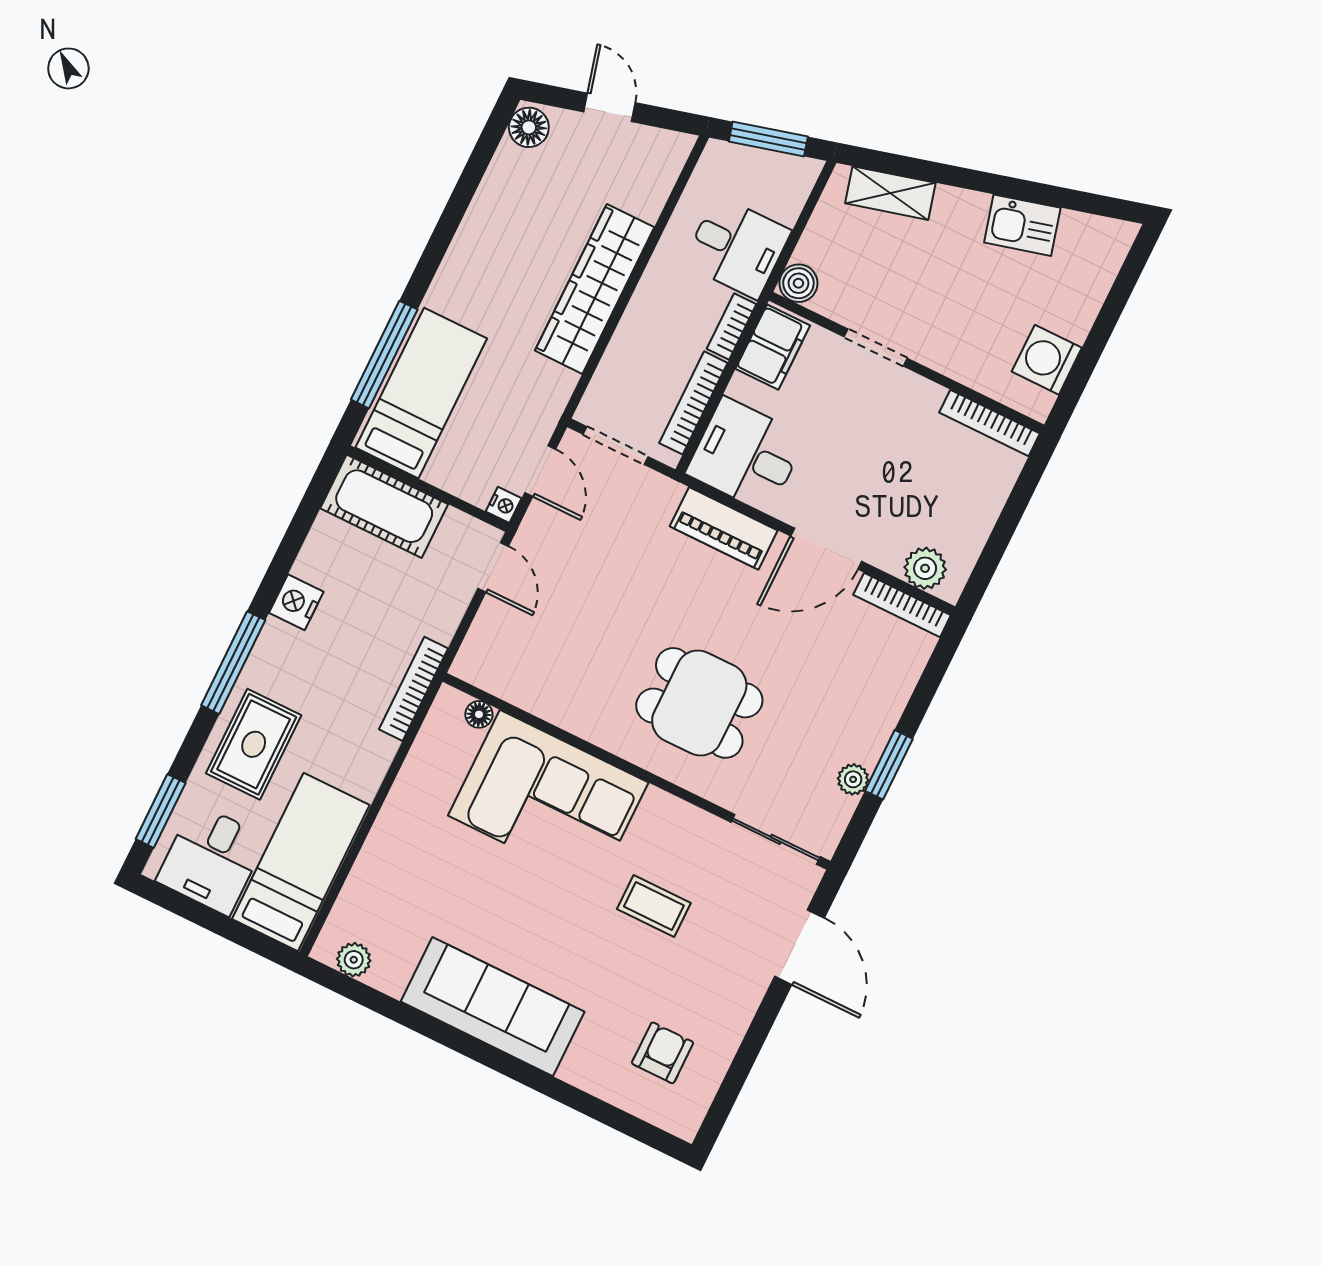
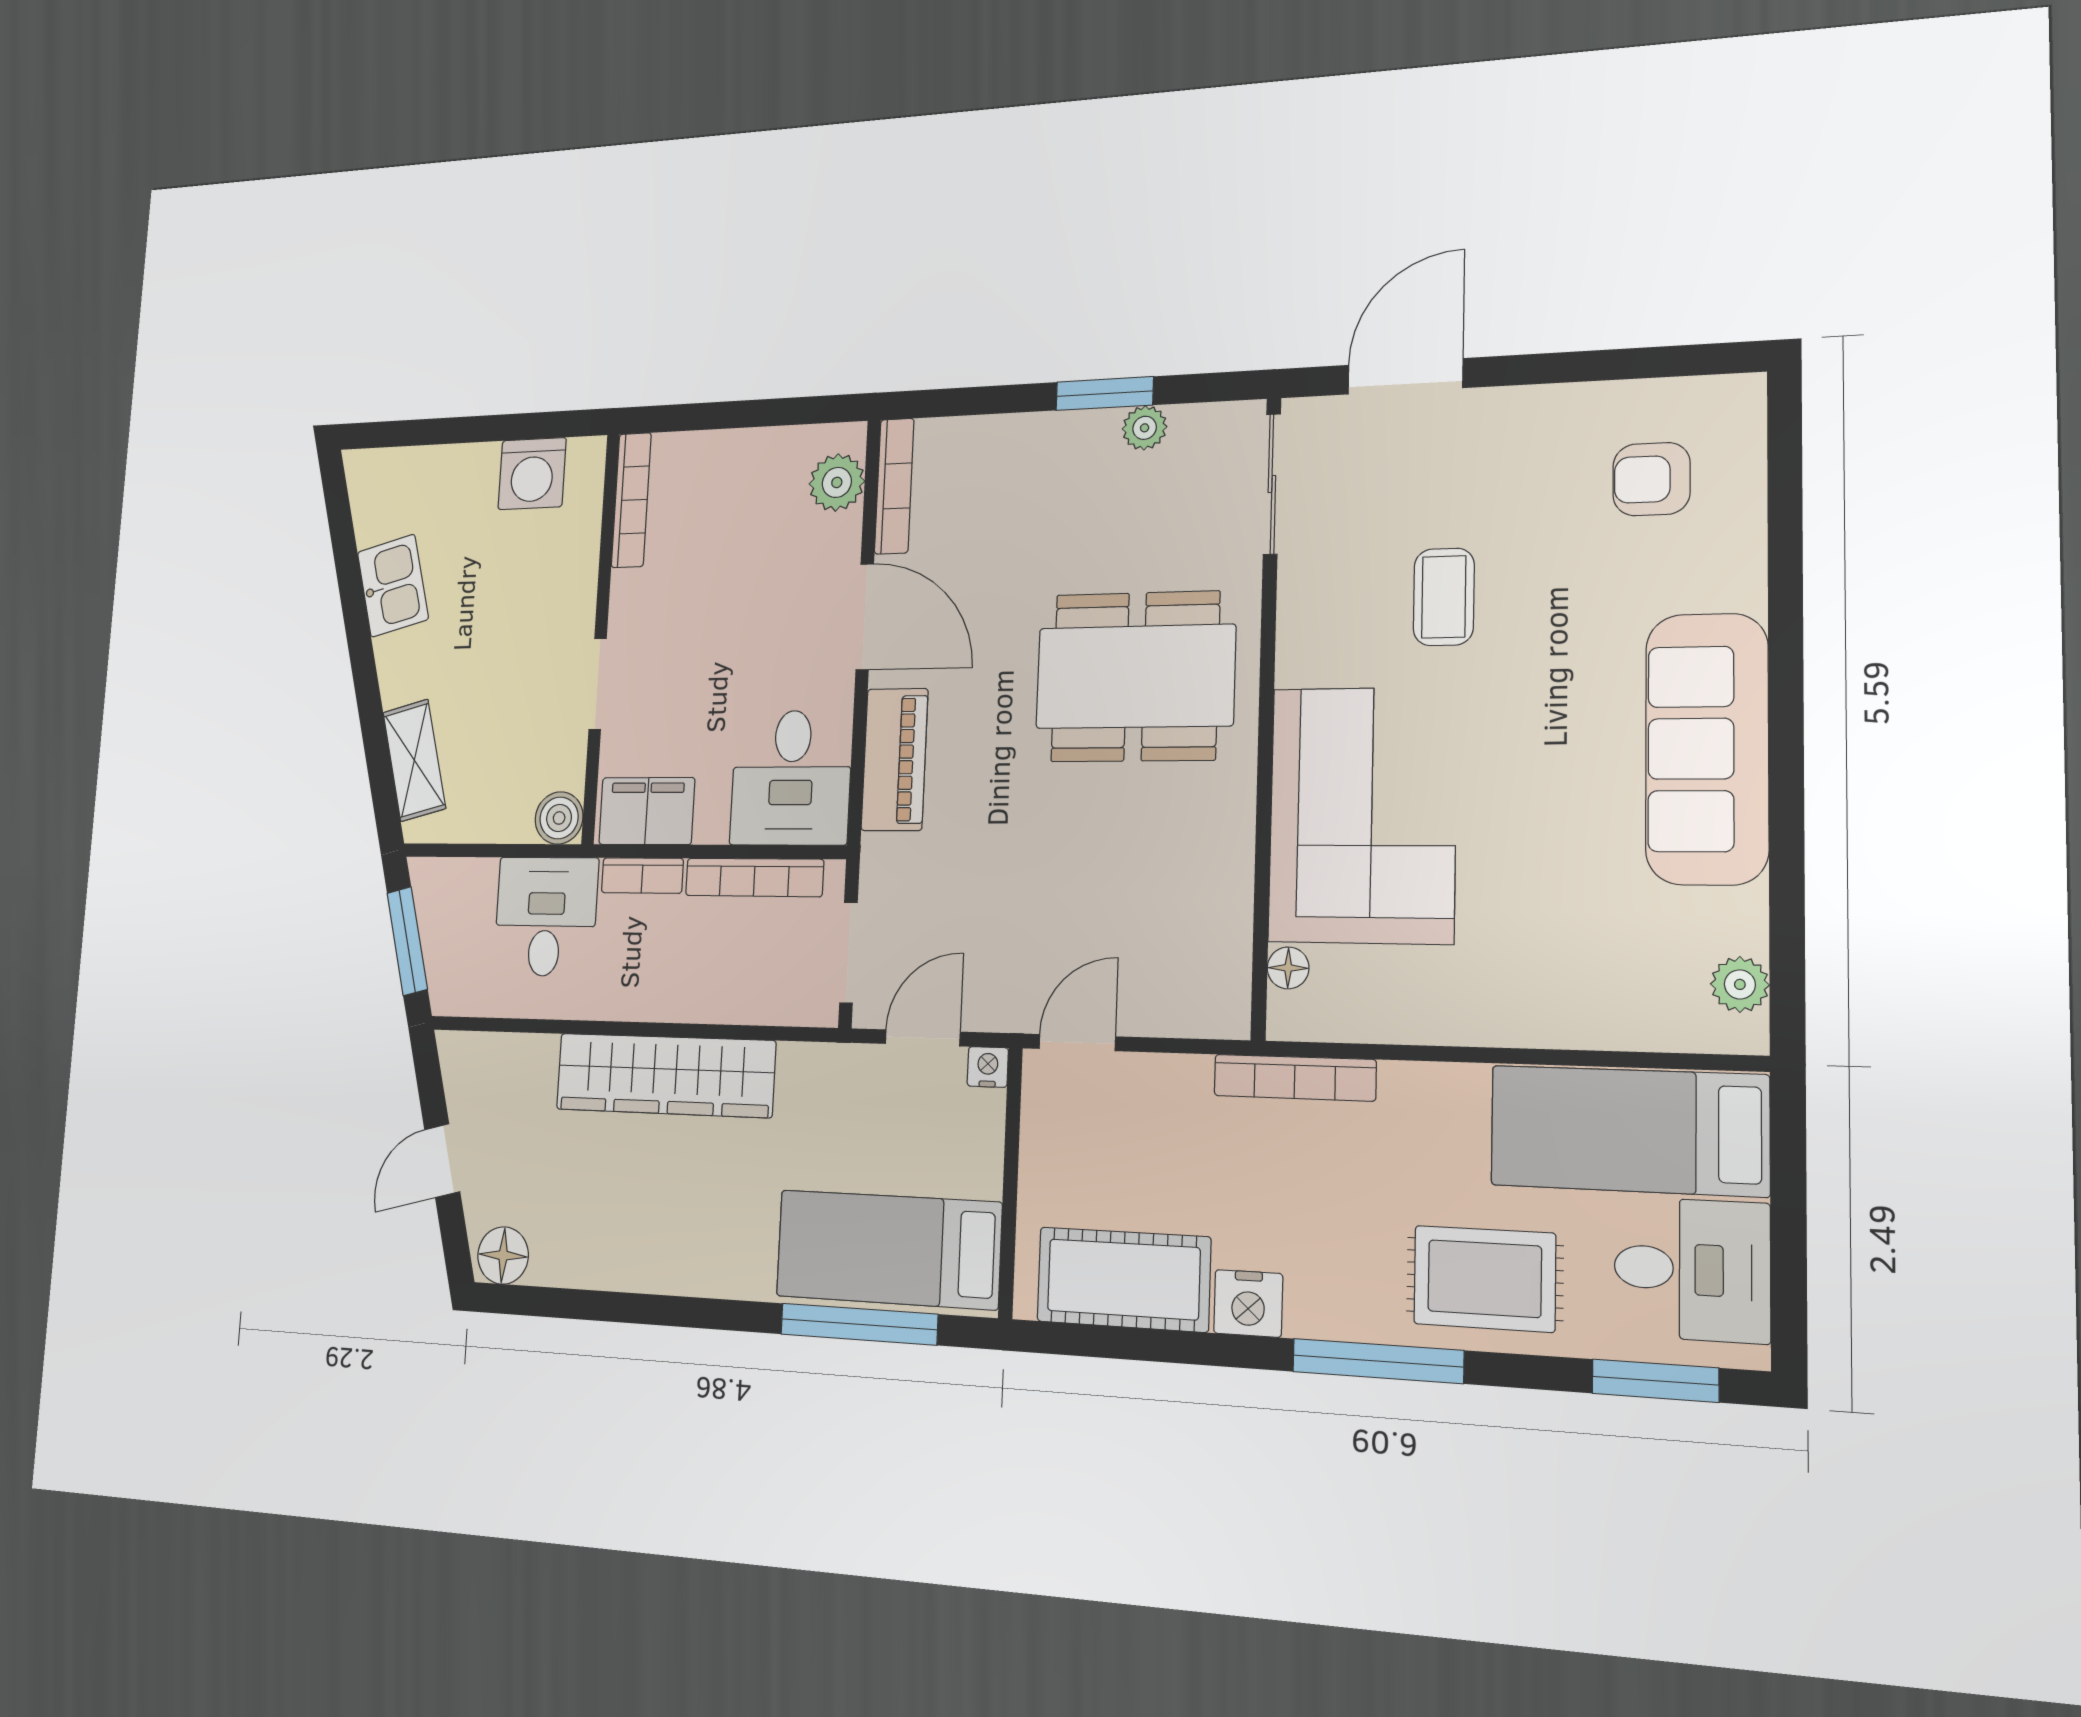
cot: (384, 506) -> (1123, 1279), moved, turned 90
dining table: (699, 703) -> (1135, 677), width x1.38

